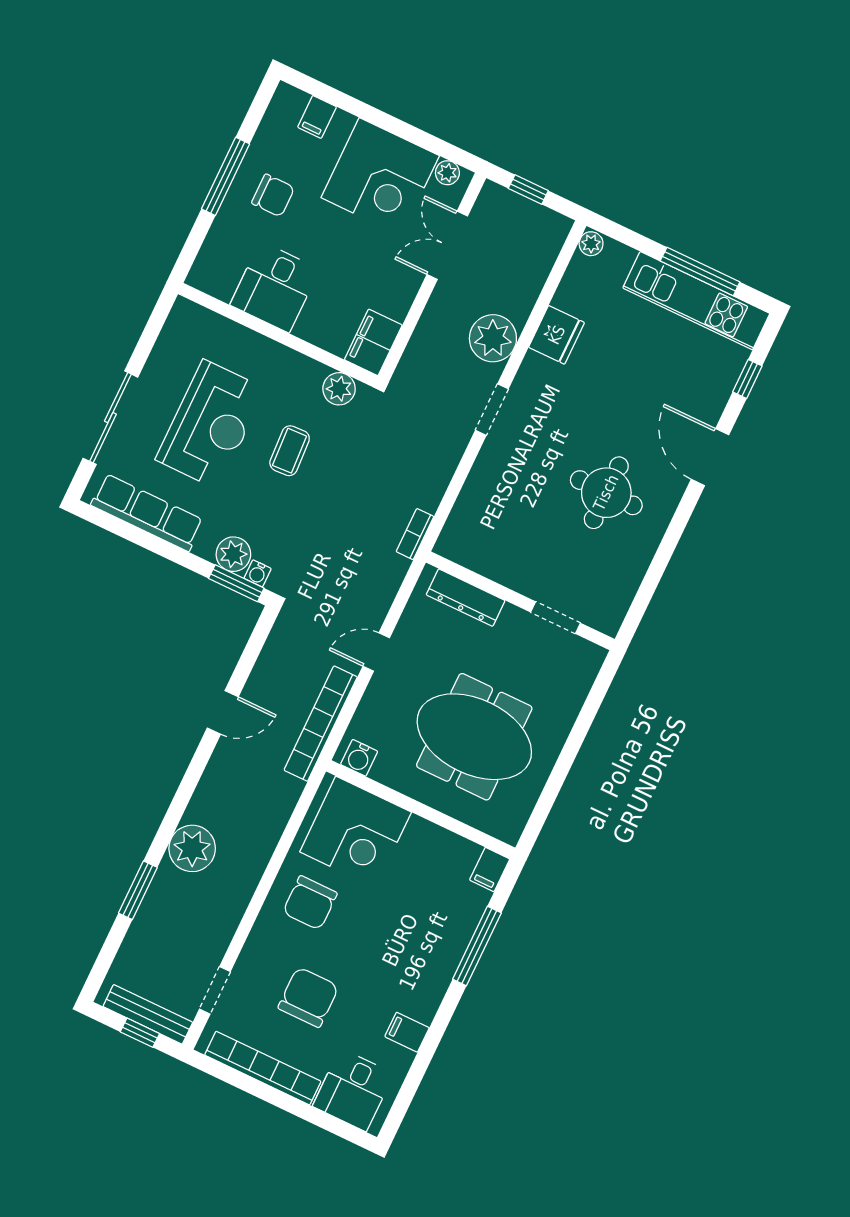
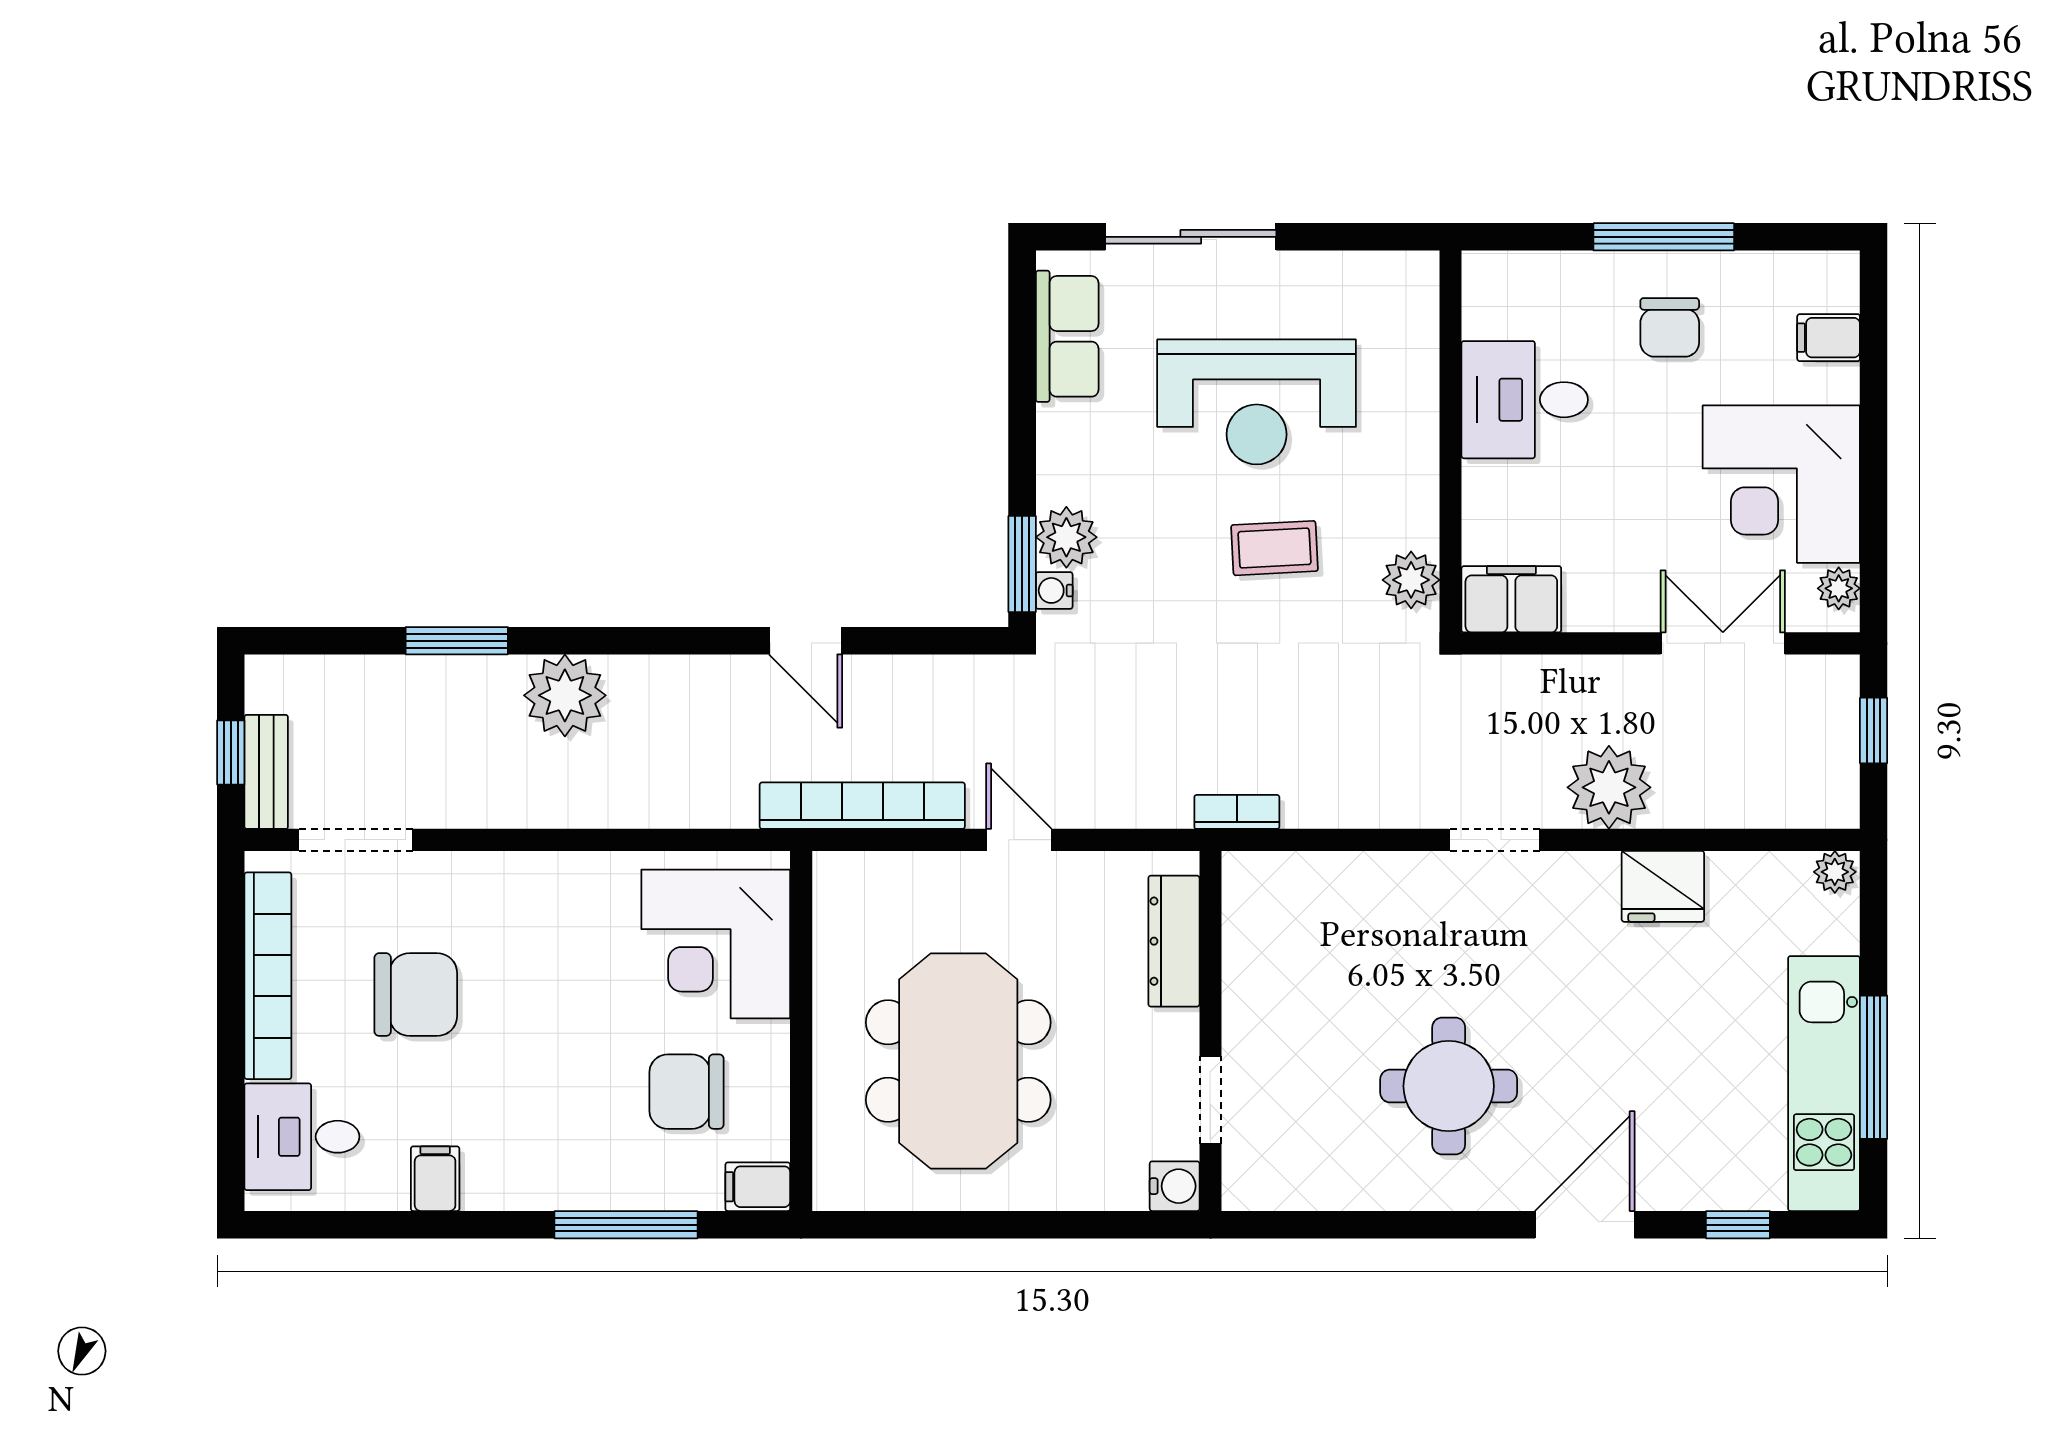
row of seats: (147, 513) -> (1067, 336), width x0.68
water cooler: (359, 758) -> (1175, 1186), moved, turned 180
chair: (310, 903) -> (687, 1092), moved
doorway: (215, 990) -> (356, 840), width x1.38
bench: (148, 1014) -> (266, 772), width x0.73

